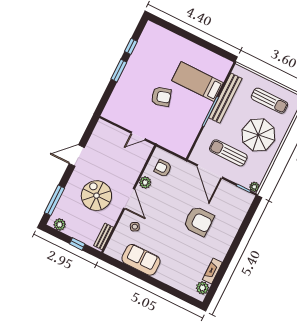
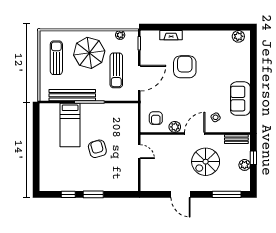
plant: (254, 187) -> (120, 35), moved
plant: (60, 225) -> (245, 165), moved
fireplace: (212, 271) -> (171, 35), moved

